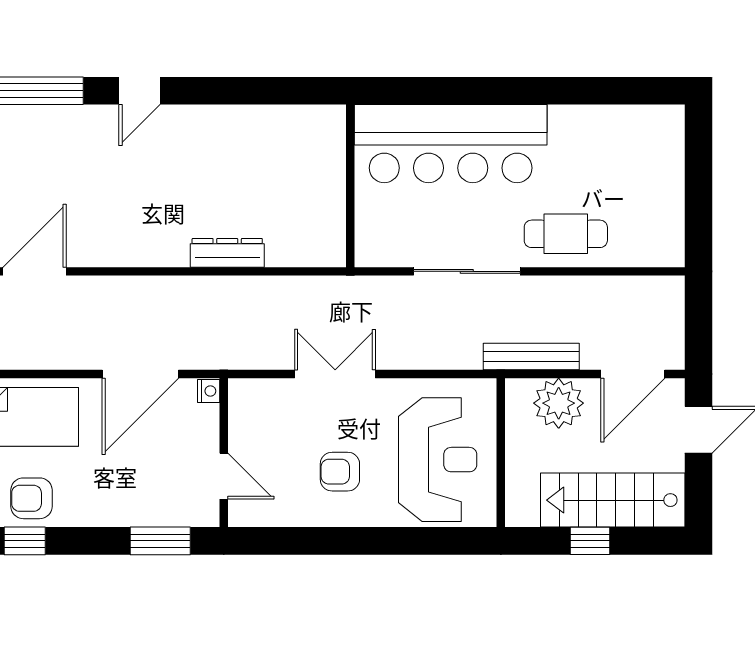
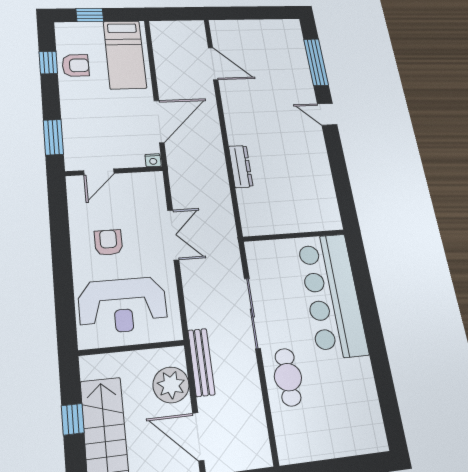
door: (140, 374) -> (159, 121), swing flipped
armchair: (31, 498) -> (75, 65), turned 90

